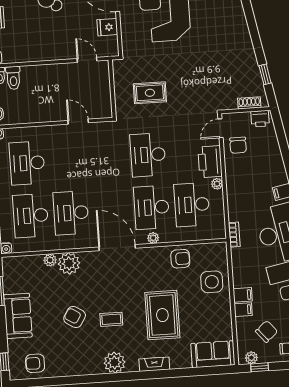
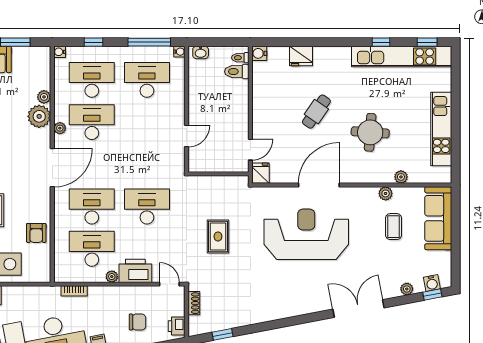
fridge: (107, 27) -> (261, 173), moved
rug: (150, 93) -> (218, 236), moved
shoe rack: (249, 103) -> (194, 303), moved
chair: (238, 145) -> (137, 322), moved, turned 180
bookcase: (234, 235) -> (74, 291), moved
plant: (153, 238) -> (60, 128), moved

